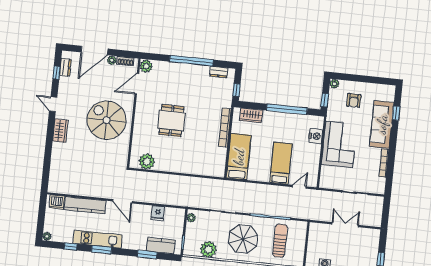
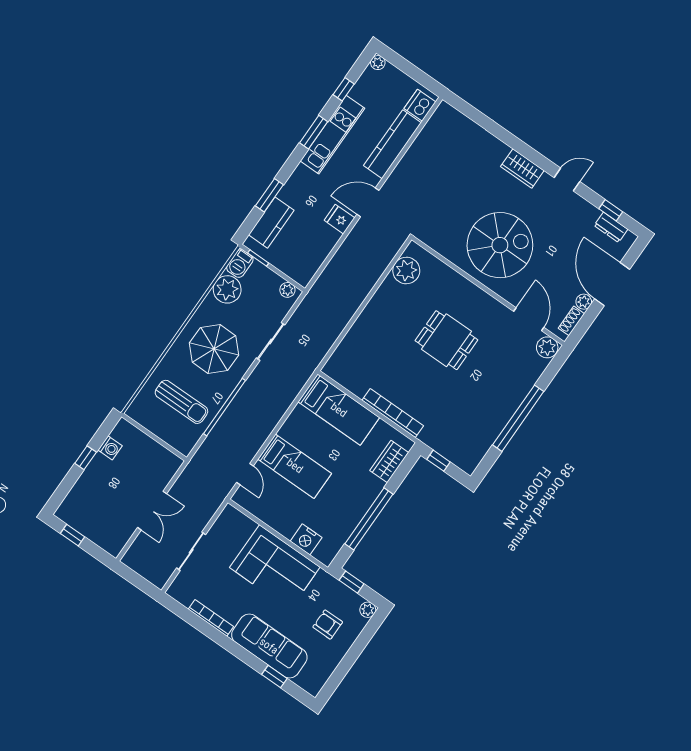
dresser: (219, 72) -> (480, 449), removed
fridge: (158, 213) -> (339, 219), moved
barbecue: (191, 250) -> (240, 264), added

